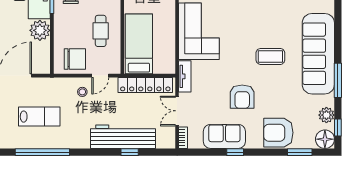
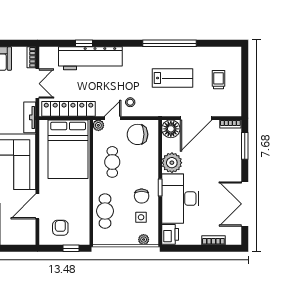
bed: (139, 44) -> (68, 149), width x1.50
floor lamp: (41, 65) -> (171, 129), added
plant: (115, 68) -> (98, 125), added
lab bench: (39, 117) -> (172, 78), turned 180

